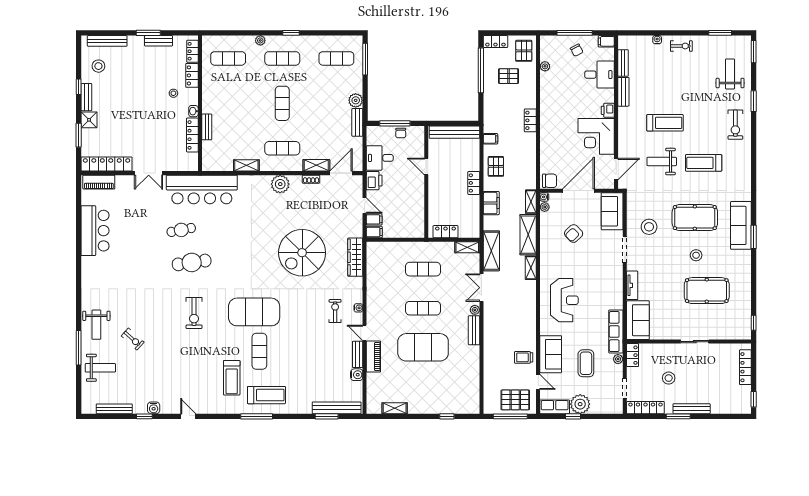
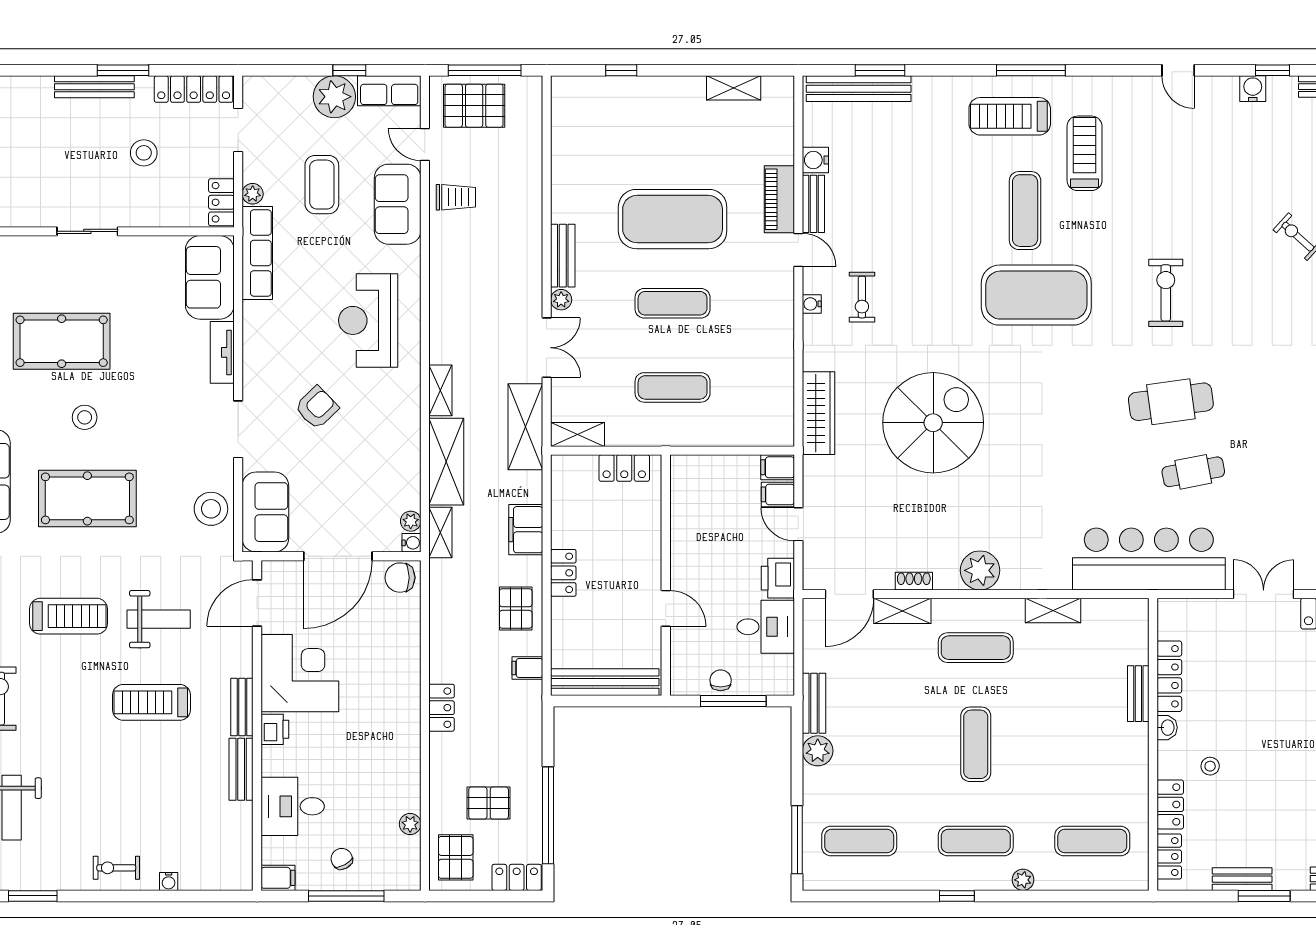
bench: (623, 63) -> (242, 707), moved
stool: (649, 227) -> (211, 509), moved
armchair: (574, 234) -> (317, 408), moved

